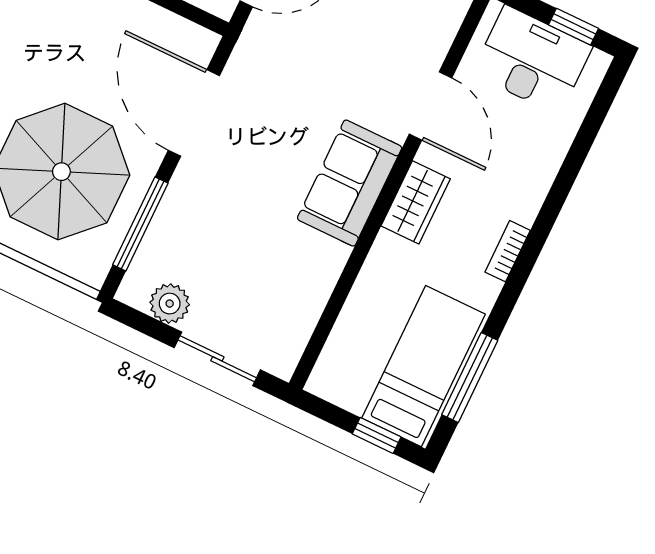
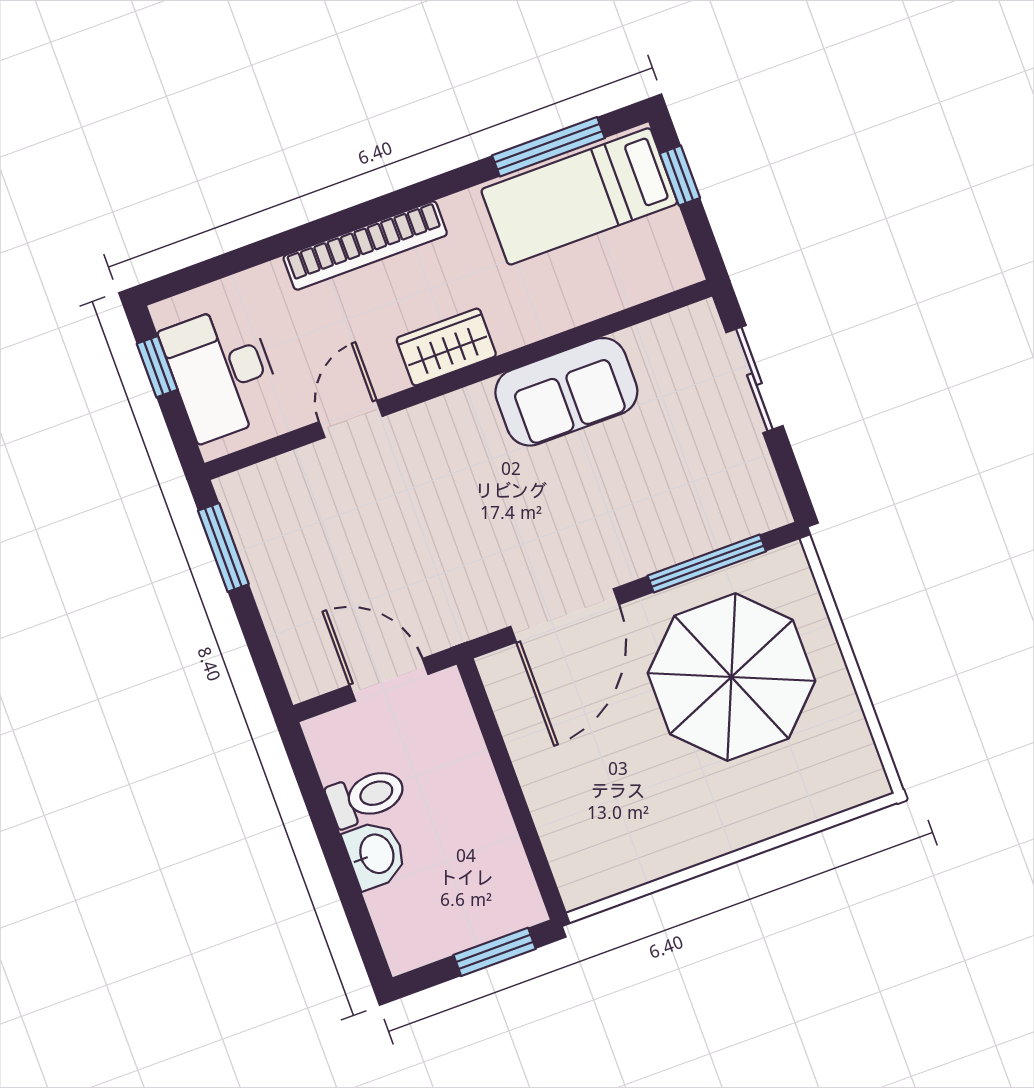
door: (431, 106) -> (351, 419), width x0.73
sofa: (350, 183) -> (566, 392), moved
bookcase: (508, 251) -> (365, 246), width x2.31, depth x1.31
plant: (170, 304) -> (749, 469), removed

